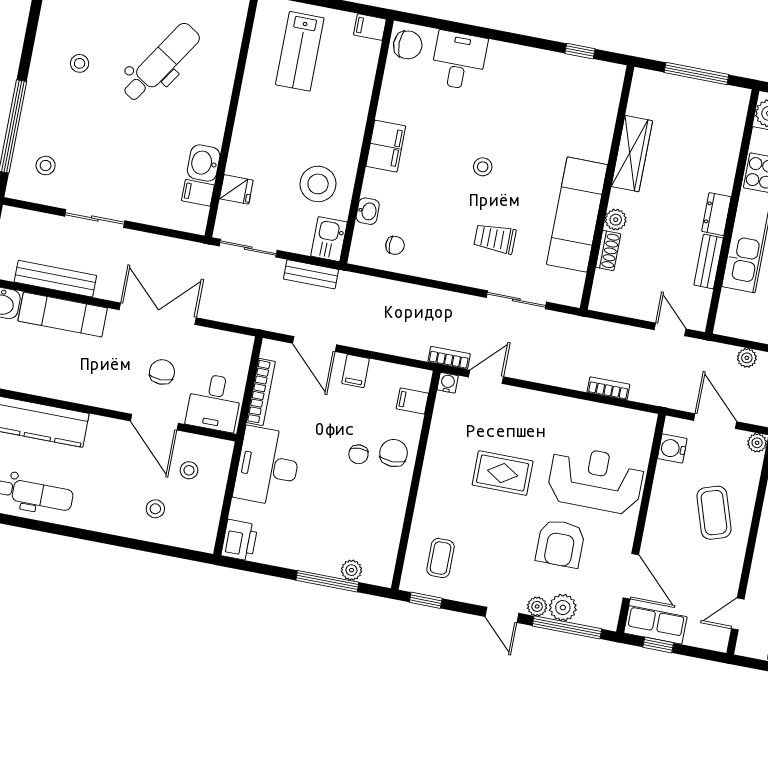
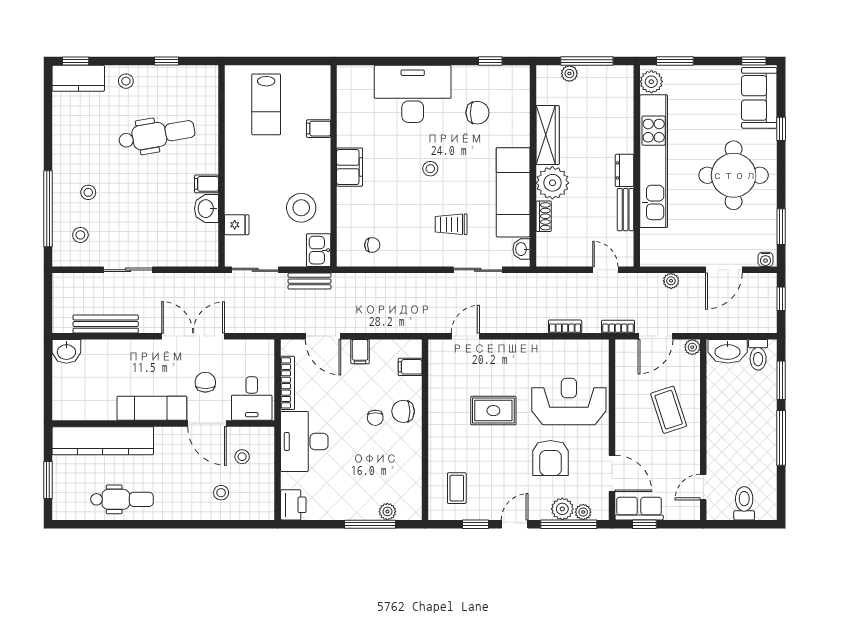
filing cabinet: (370, 27) -> (319, 129), moved
chair: (408, 45) -> (477, 113), moved
desk: (459, 61) -> (413, 94), width x1.87, depth x1.30
stool: (80, 63) -> (88, 192), moved
dental chair: (161, 63) -> (157, 135), turned 47
plant: (672, 84) -> (569, 73), added
filing cabinet: (198, 193) -> (206, 184), moved
washbasin: (368, 211) -> (521, 249), moved, turned 180
plant: (616, 220) -> (552, 183), width x1.88, depth x1.88
exam couch: (63, 315) -> (152, 408), moved, turned 180
bookcase: (449, 358) -> (618, 327), moved
water cooler: (448, 383) -> (436, 347), removed
door: (715, 421) -> (655, 336), swing flipped
water cooler: (672, 448) -> (625, 365), removed
chair: (394, 453) -> (403, 411), turned -90
window: (426, 600) -> (476, 524), moved
plant: (537, 606) -> (583, 512), moved
door: (502, 615) -> (515, 524), swing flipped

